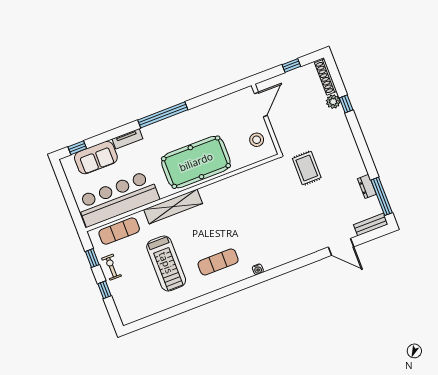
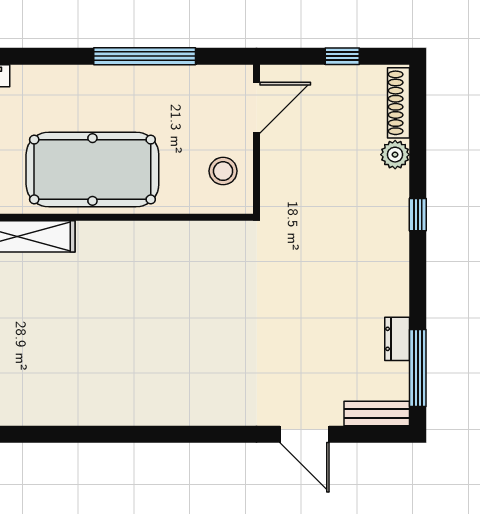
window: (346, 104) -> (418, 215), moved
window: (163, 115) -> (145, 56), moved
rug: (307, 168) -> (297, 261), removed
exercise mat: (218, 262) -> (62, 374), removed
water cooler: (258, 269) -> (132, 416), removed

